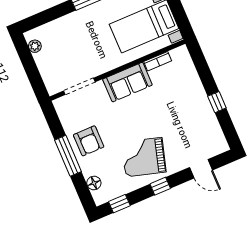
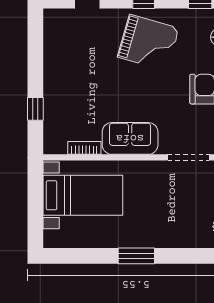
window: (217, 102) -> (35, 109), moved

